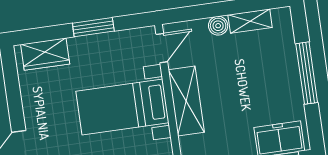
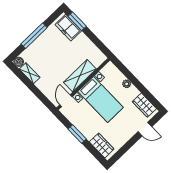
boiler: (218, 26) -> (19, 62), moved
door: (162, 48) -> (66, 101), hinge flipped

